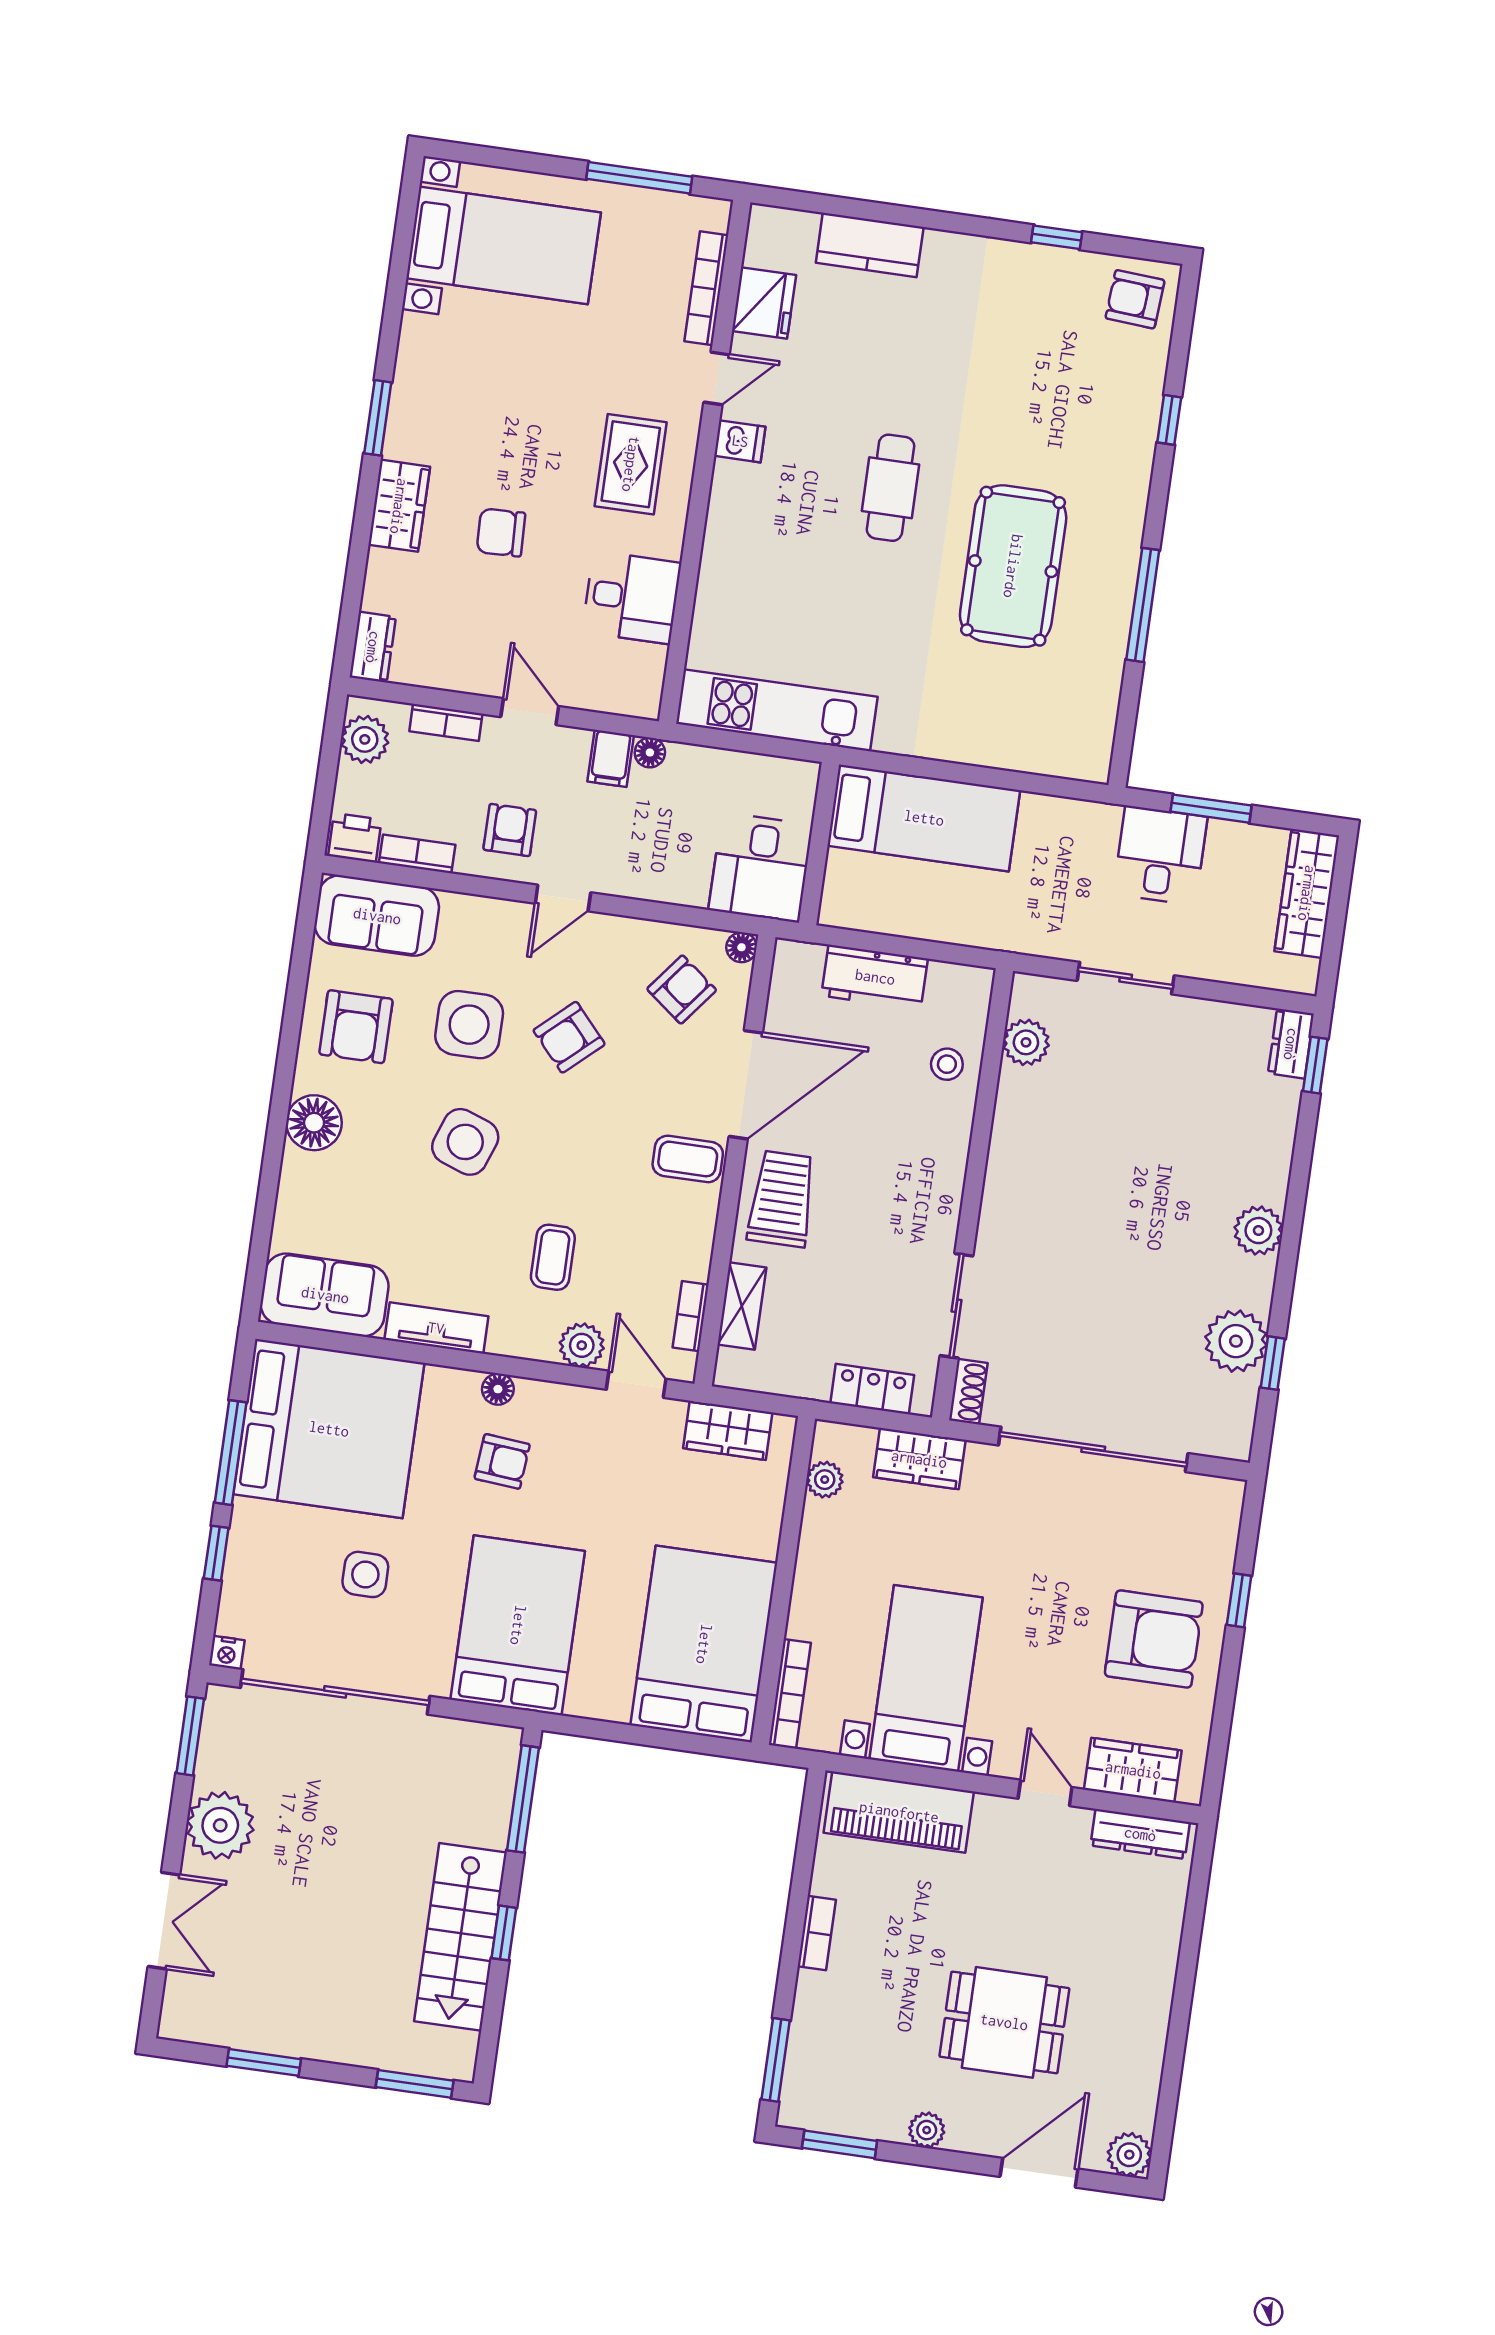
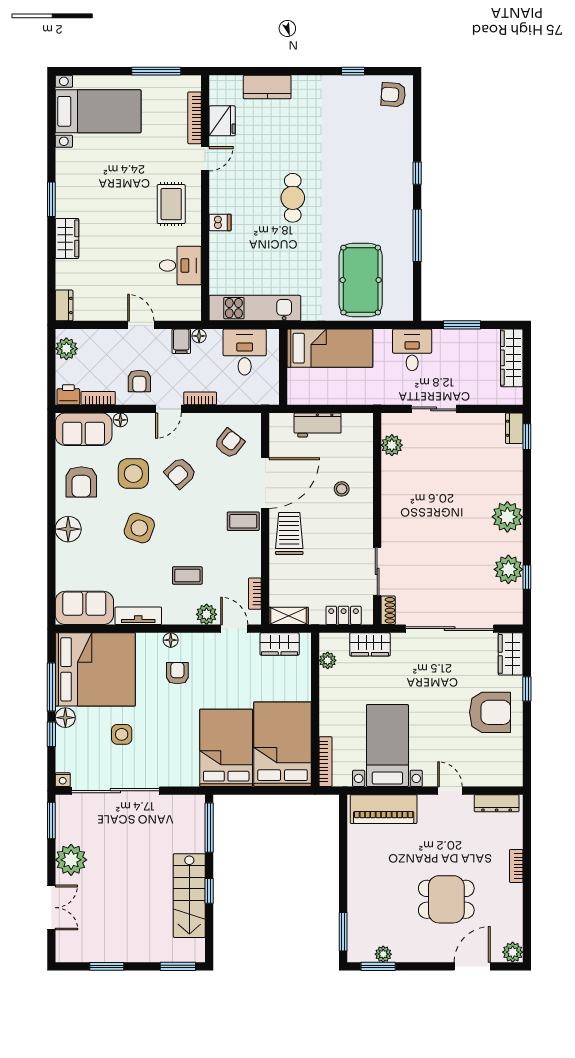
window: (1169, 420) -> (417, 173), moved
dishwasher: (740, 441) -> (220, 222), moved
chair: (501, 532) -> (116, 244), removed
pool table: (1013, 566) -> (361, 280), moved
bookcase: (446, 722) -> (200, 398), moved, turned 180
armchair: (510, 830) -> (139, 381), turned 180
desk: (1160, 855) -> (412, 350), moved
desk: (761, 868) -> (245, 352), moved, turned 180
floor lamp: (742, 947) -> (120, 420), moved
stool: (947, 1064) -> (342, 489), moved
plant: (1258, 1231) -> (507, 517), width x1.36, depth x1.36
coffee table: (553, 1257) -> (187, 576), turned 90
shelving: (742, 1306) -> (289, 616), moved, turned 90
armchair: (502, 1461) -> (177, 673), turned -95
floor lamp: (251, 1522) -> (65, 718), added
bed: (518, 1625) -> (226, 748), moved
wardrobe: (1133, 1770) -> (511, 654), moved, turned -90
bookcase: (817, 1933) -> (516, 866), moved, turned 180
plant: (927, 2130) -> (383, 954), moved

